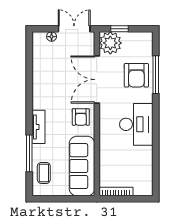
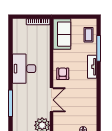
armchair: (136, 75) -> (24, 103), removed
double door: (97, 80) -> (51, 100), width x0.73
sofa: (82, 166) -> (62, 34), width x0.73

